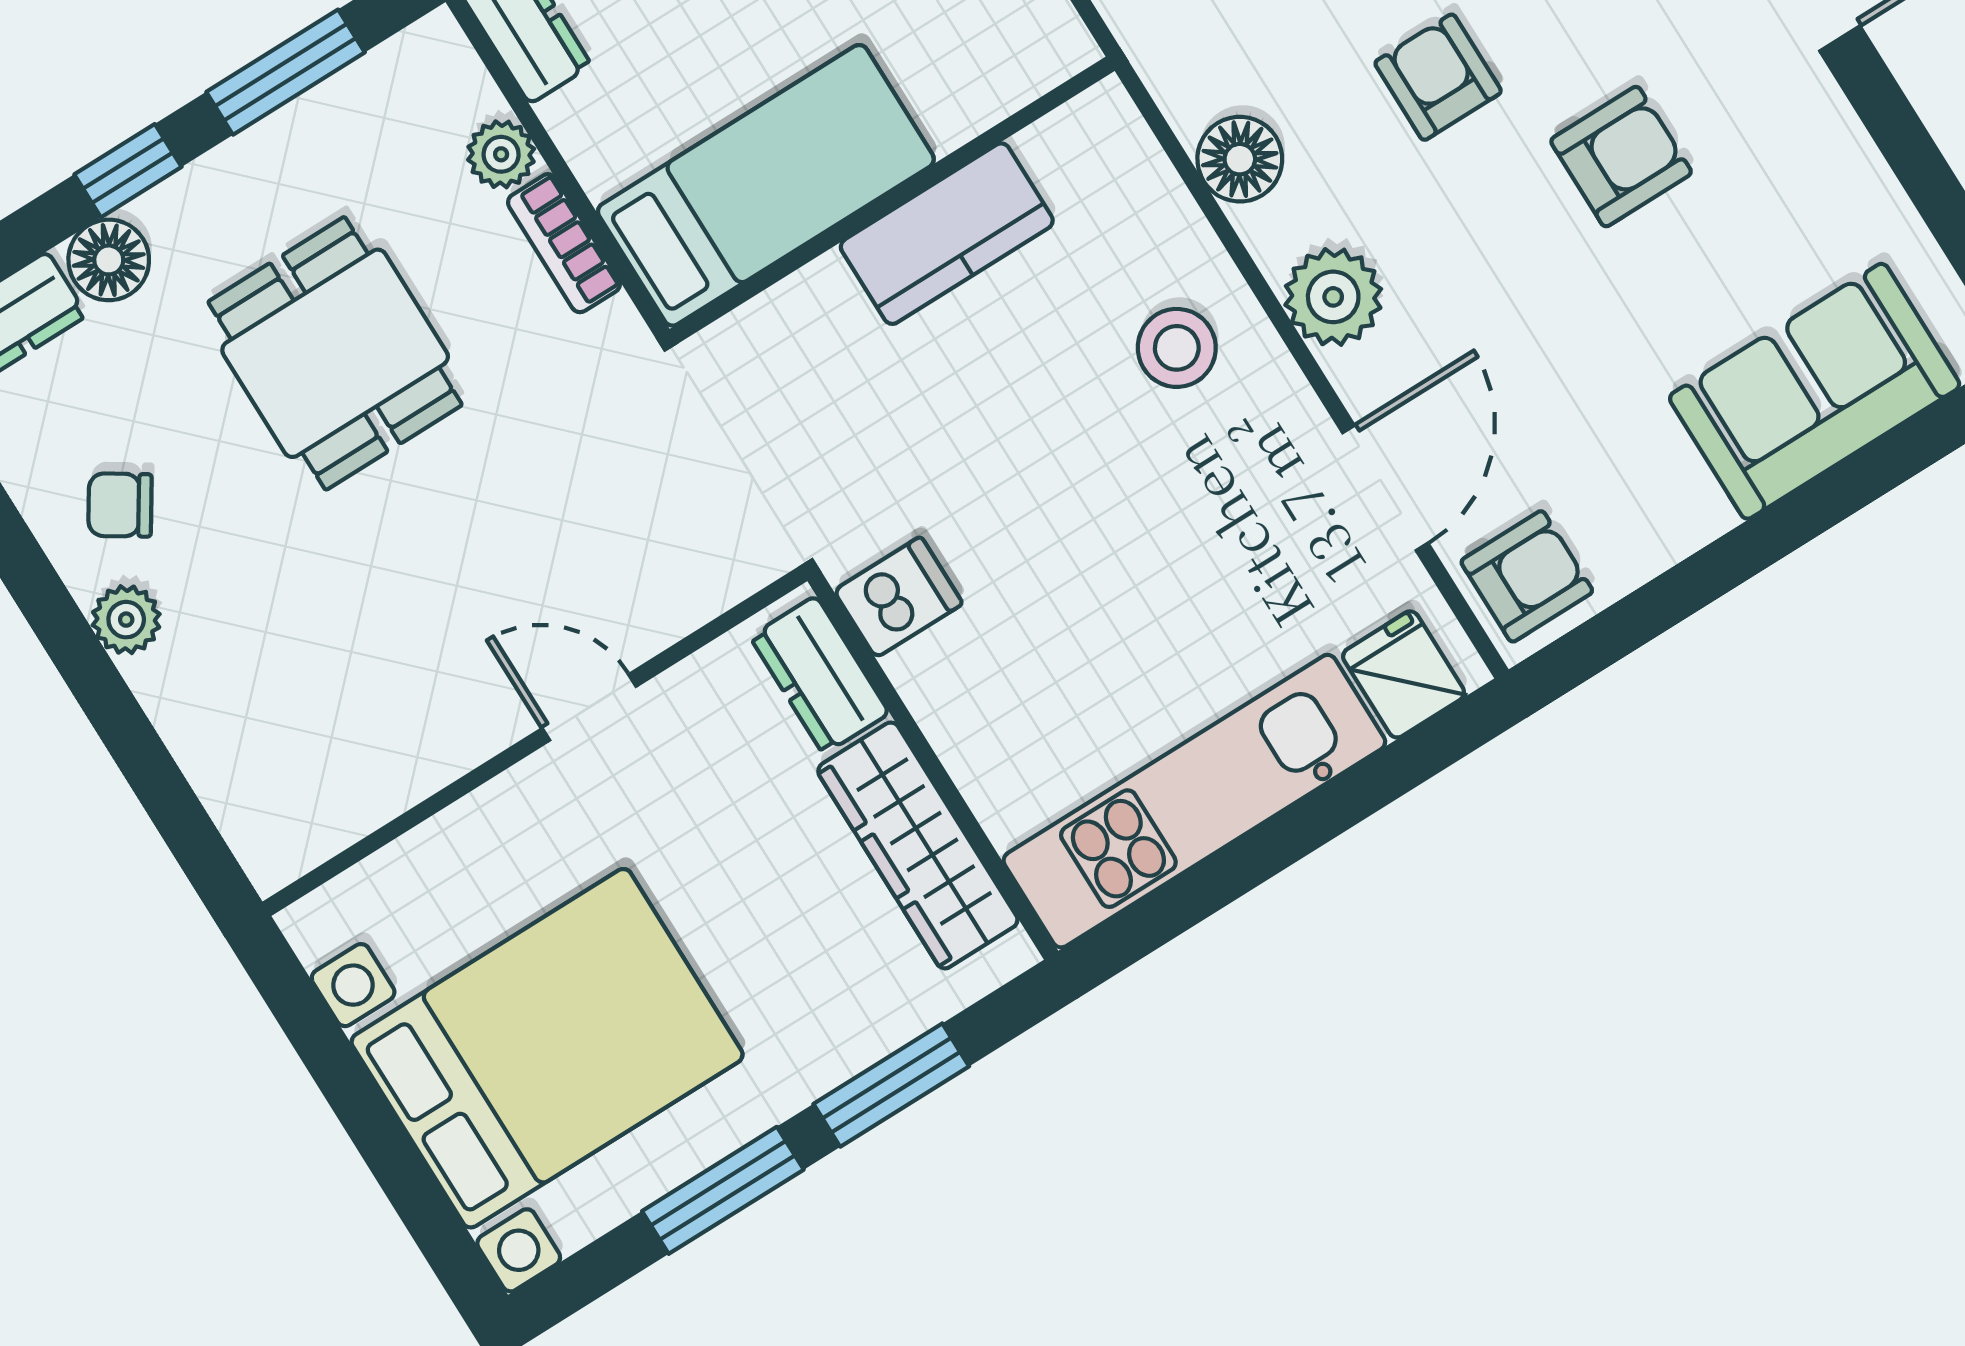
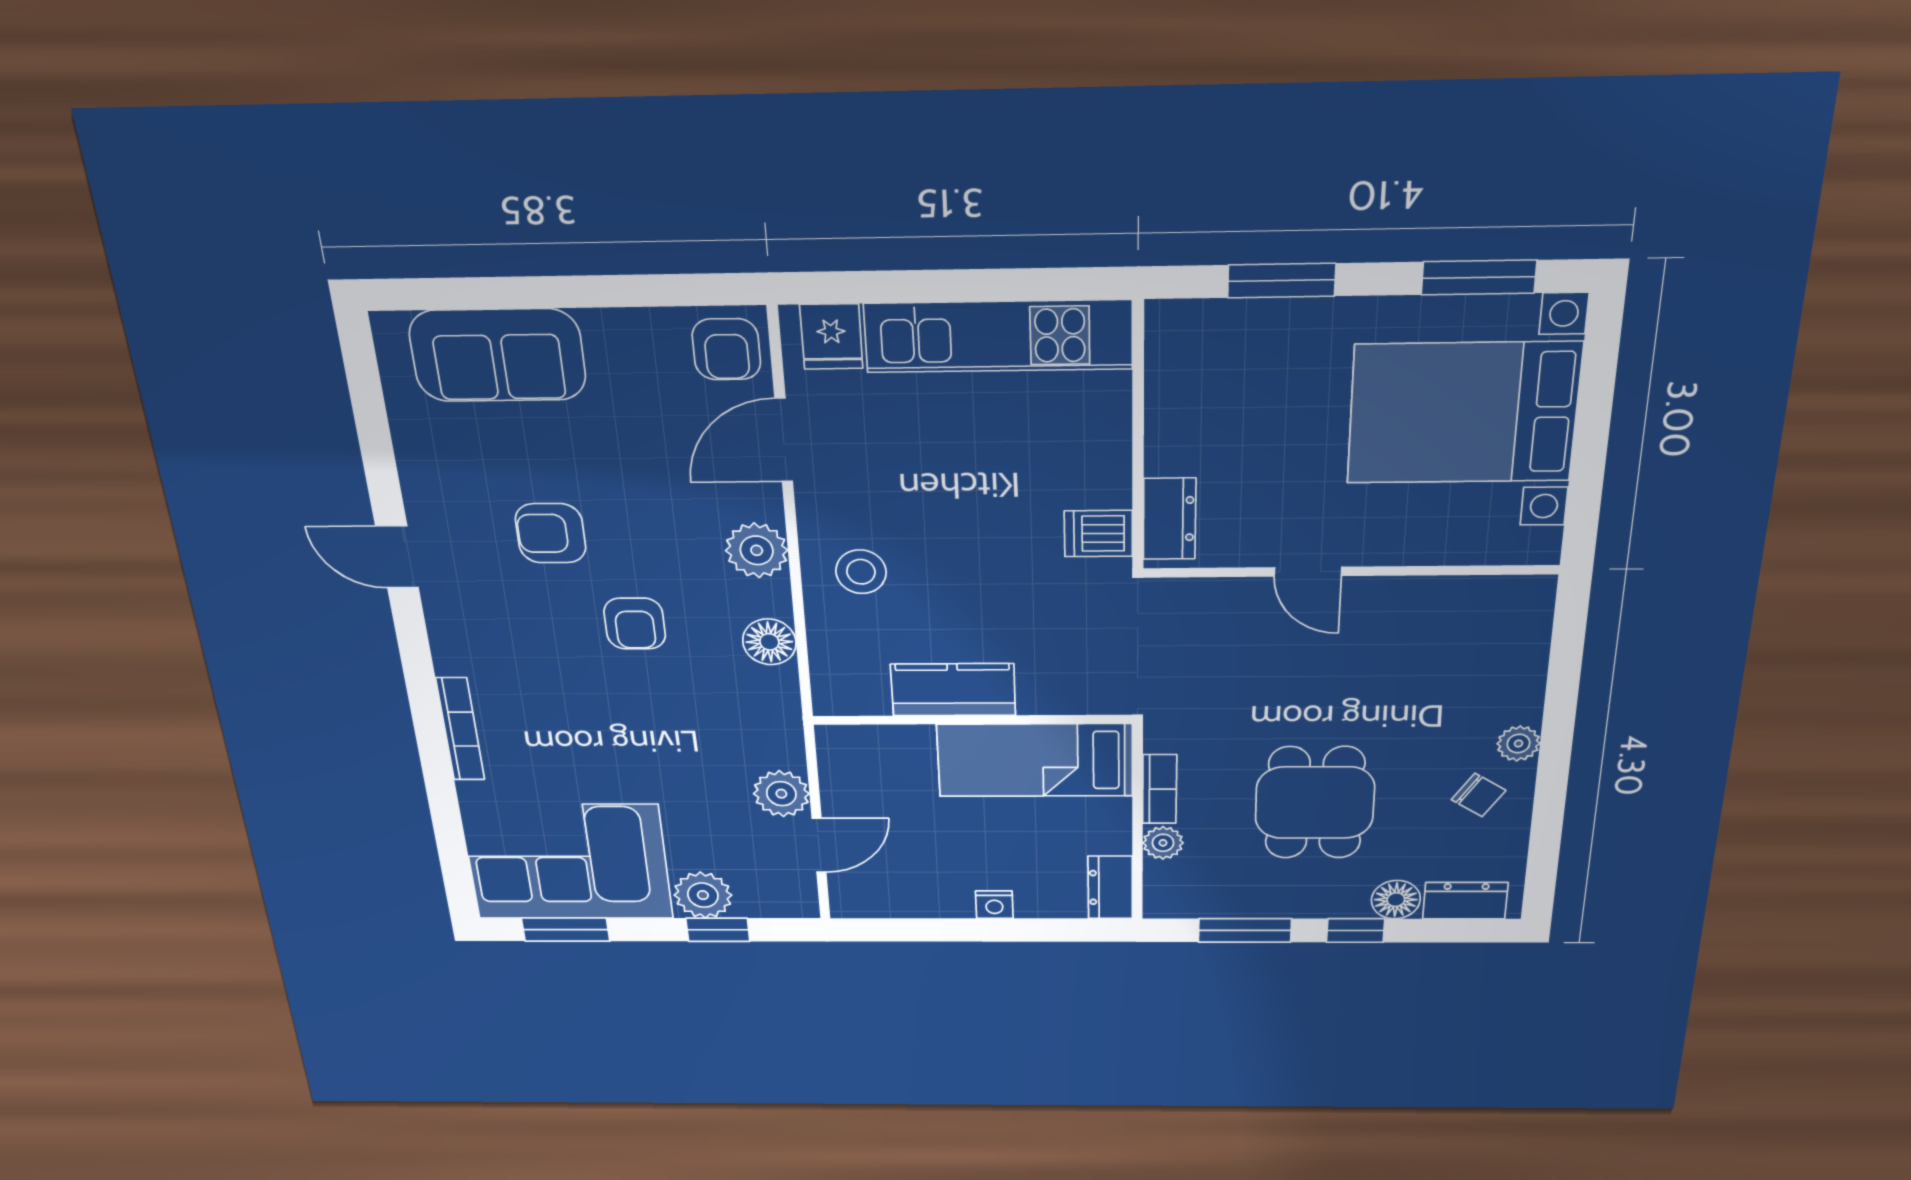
armchair: (1527, 576) -> (726, 349), turned -90
wardrobe: (918, 845) -> (1175, 402), removed
window: (723, 1190) -> (1479, 277), moved

